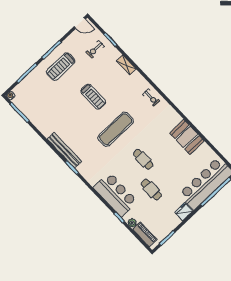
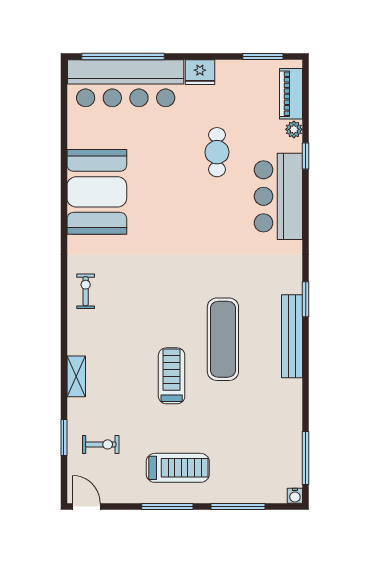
exercise mat: (116, 129) -> (223, 339), moved, turned 90
booth: (187, 137) -> (97, 192), width x1.36, depth x1.42
cafe table: (143, 159) -> (186, 210), removed

